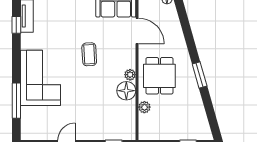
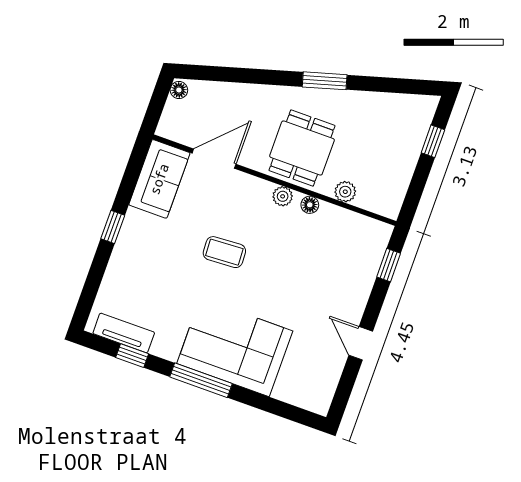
dining table: (159, 76) -> (302, 148), turned 90
floor lamp: (126, 91) -> (310, 205), width x0.53, depth x0.53
window: (16, 101) -> (201, 380), moved

